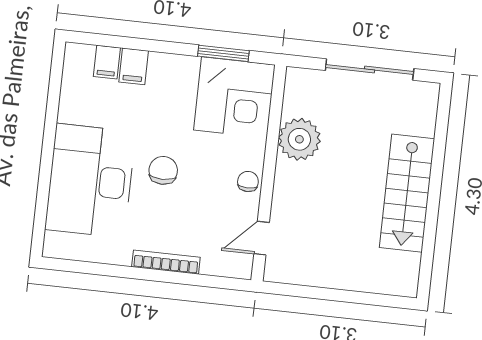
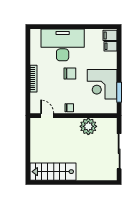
filing cabinet: (134, 66) -> (110, 35), moved
corner desk: (234, 97) -> (102, 84), moved
stairs: (407, 193) -> (53, 172), moved

